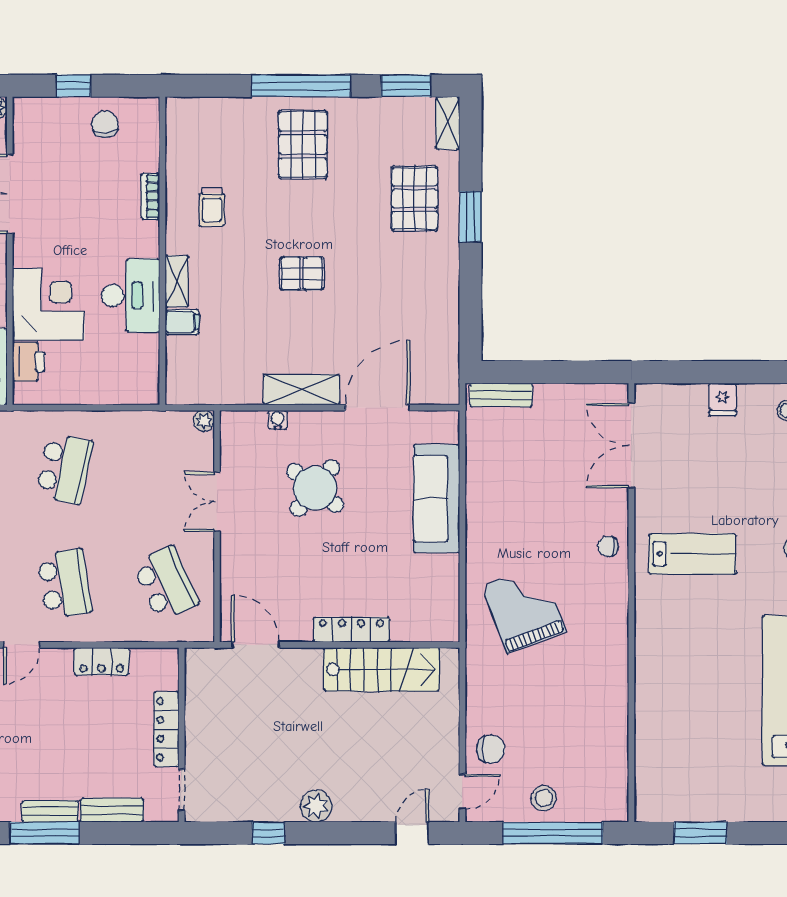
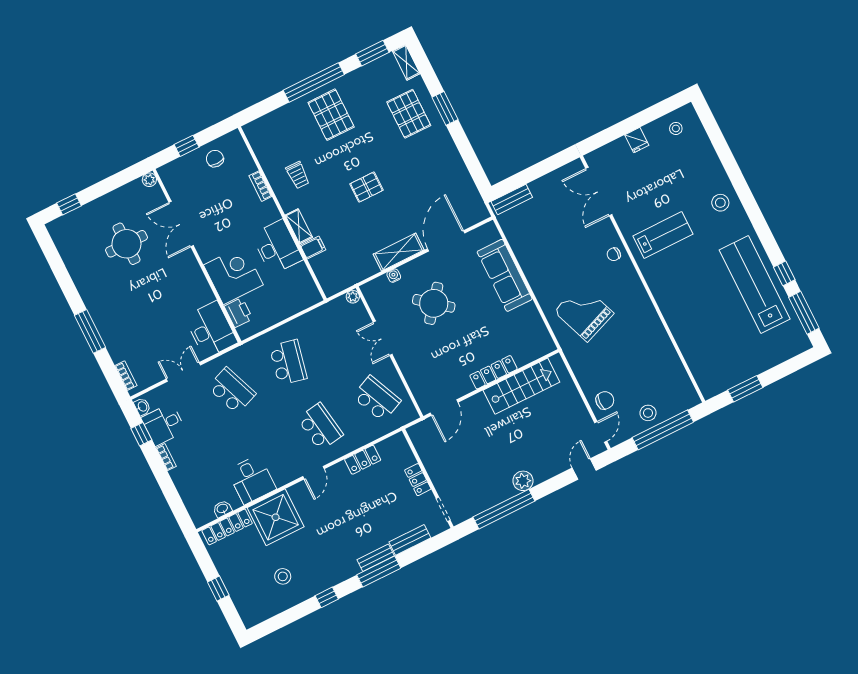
door: (255, 645) -> (444, 408), swing flipped
locker: (166, 729) -> (418, 480), width x0.66
window: (269, 833) -> (504, 509), width x3.17

